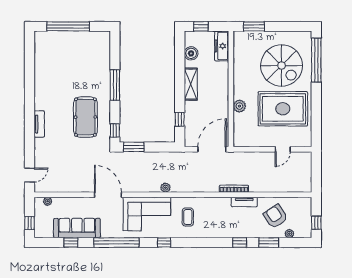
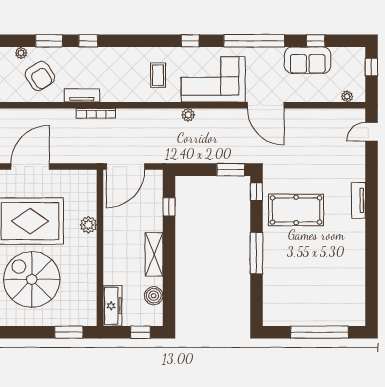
pool table: (85, 117) -> (296, 210), turned 90
door: (283, 149) -> (30, 167), width x1.87
sofa: (77, 228) -> (308, 60), width x0.73

